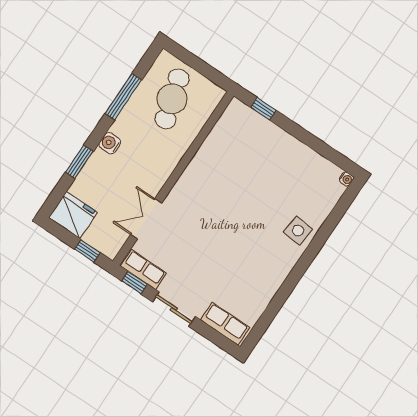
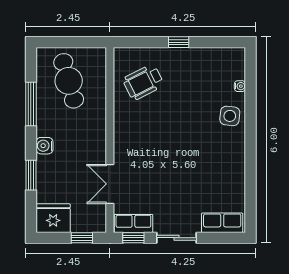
window: (263, 109) -> (179, 42), moved
wheelchair: (240, 146) -> (143, 82), added
water cooler: (346, 179) -> (240, 86), moved

